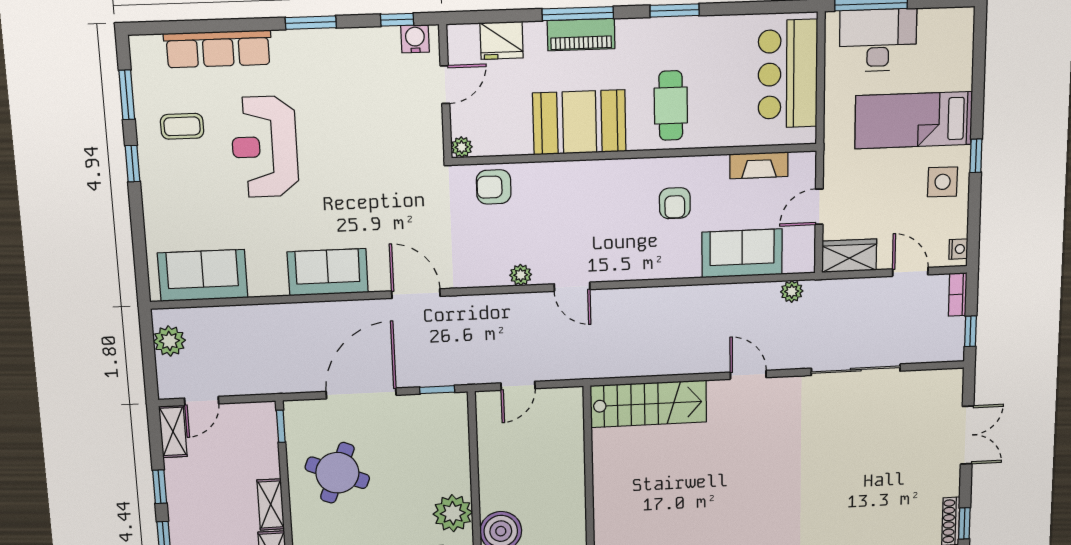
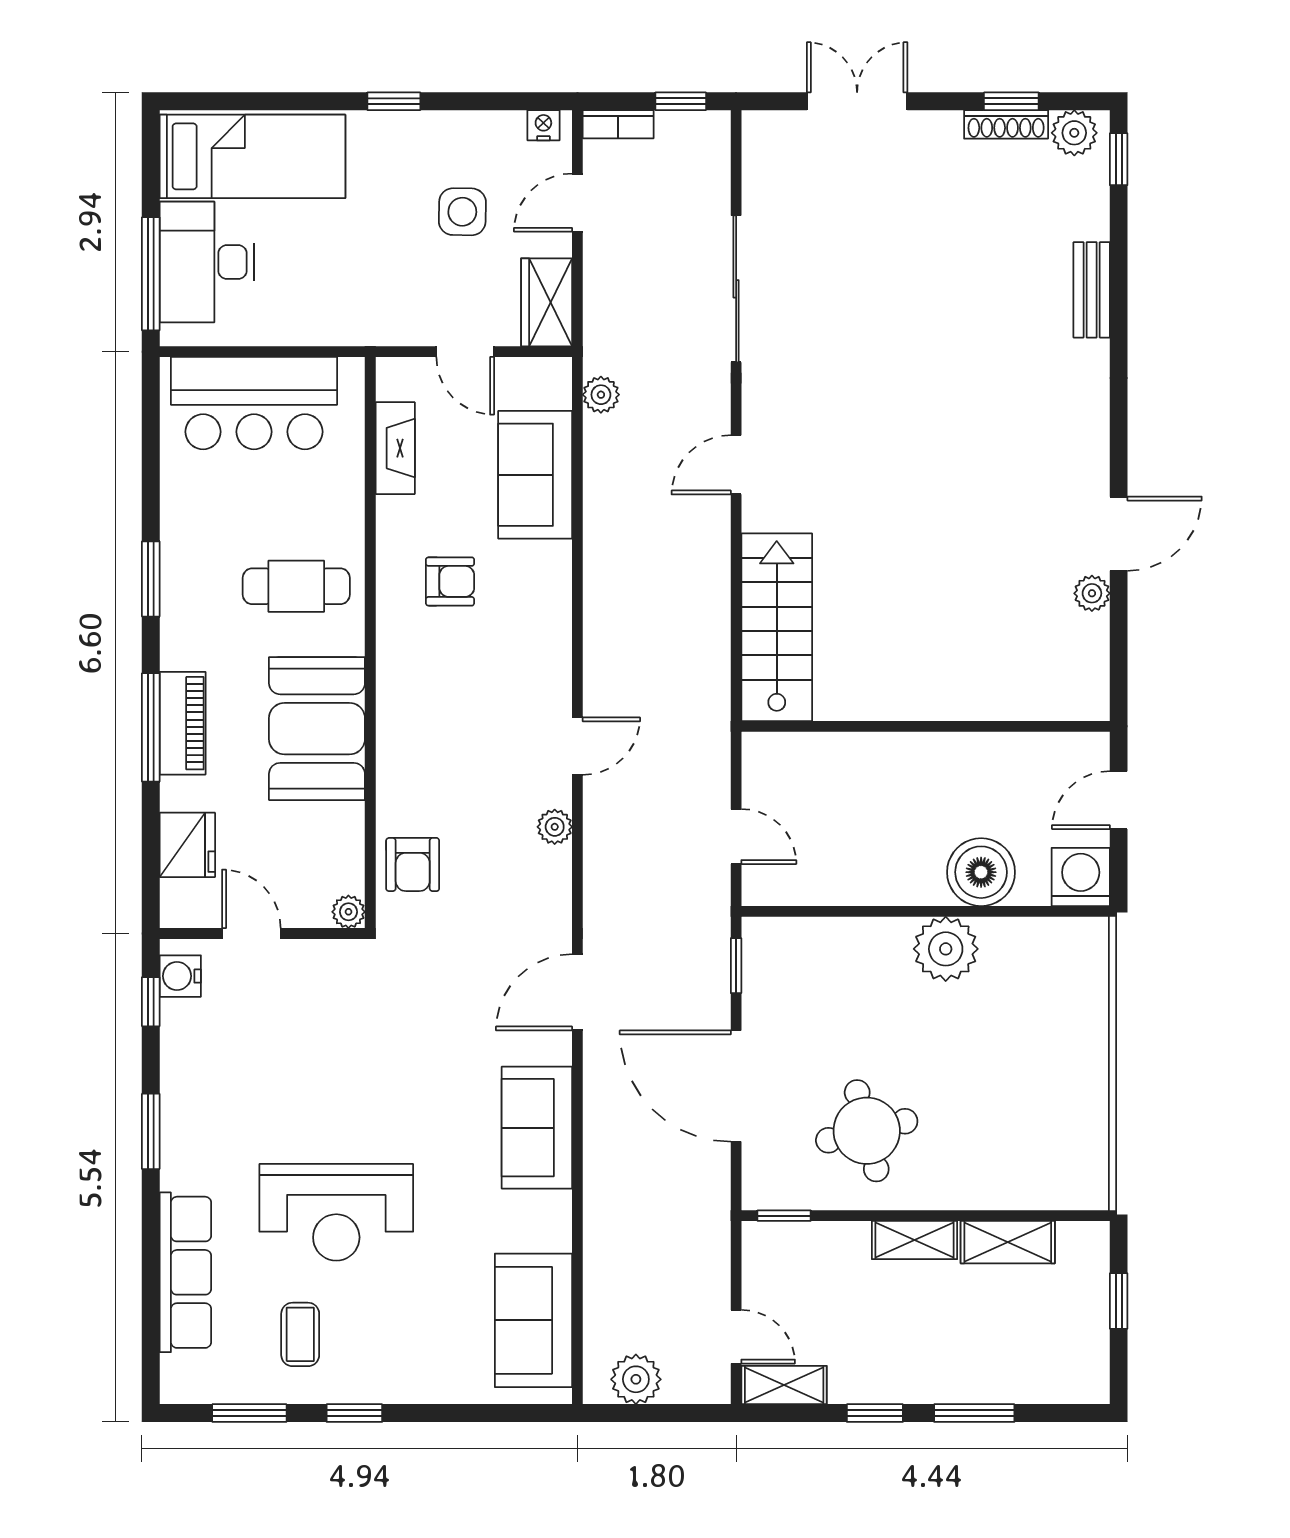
bed: (914, 120) -> (252, 156), moved, turned -90
side table: (943, 182) -> (462, 212), moved
round table: (337, 473) -> (867, 1131), turned -36

